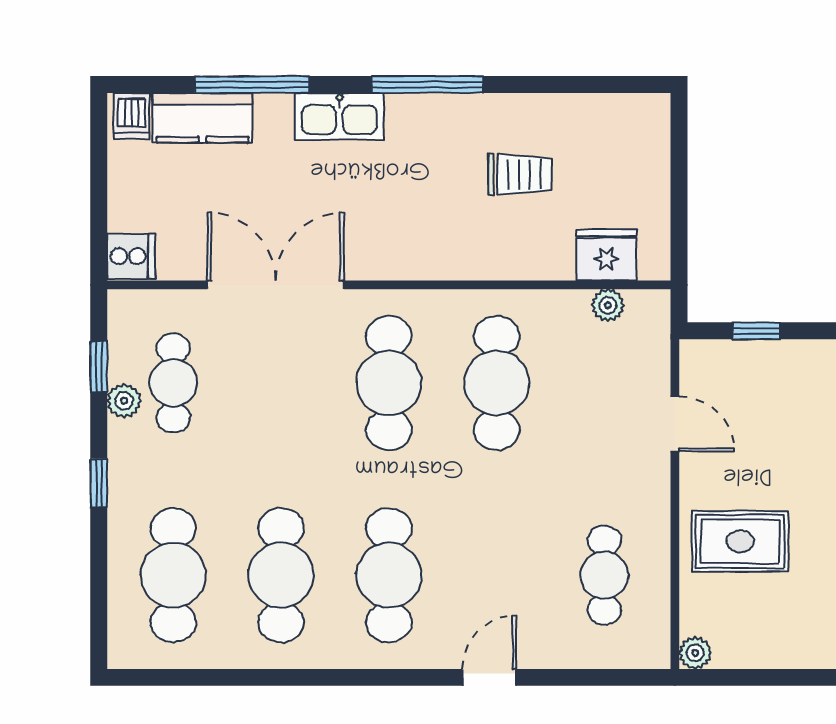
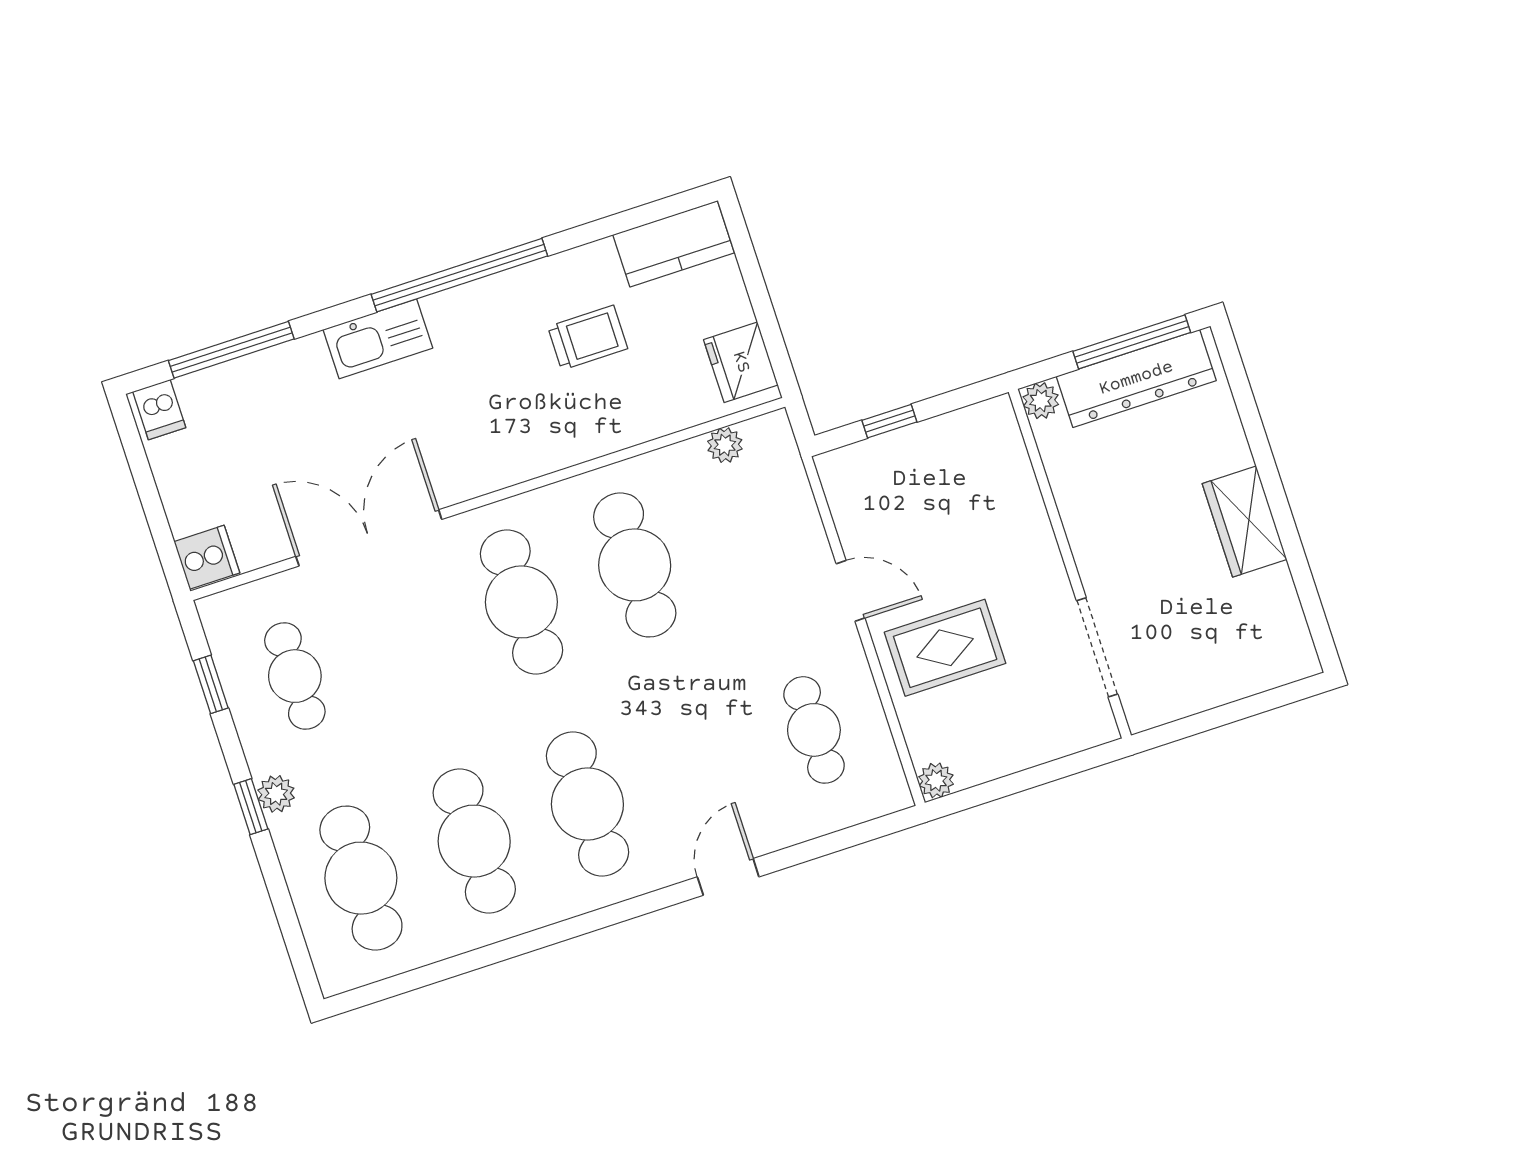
window: (252, 85) -> (231, 350), moved
window: (427, 85) -> (459, 275), width x1.46
kitchen counter: (203, 118) -> (674, 244), moved
fridge: (606, 255) -> (741, 362), moved, turned -90
plant: (124, 401) -> (276, 794), moved
door: (675, 424) -> (850, 591), moved

